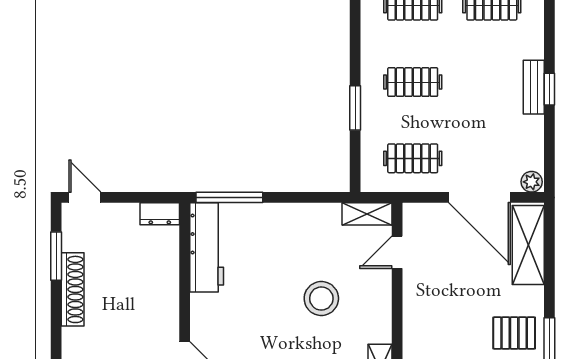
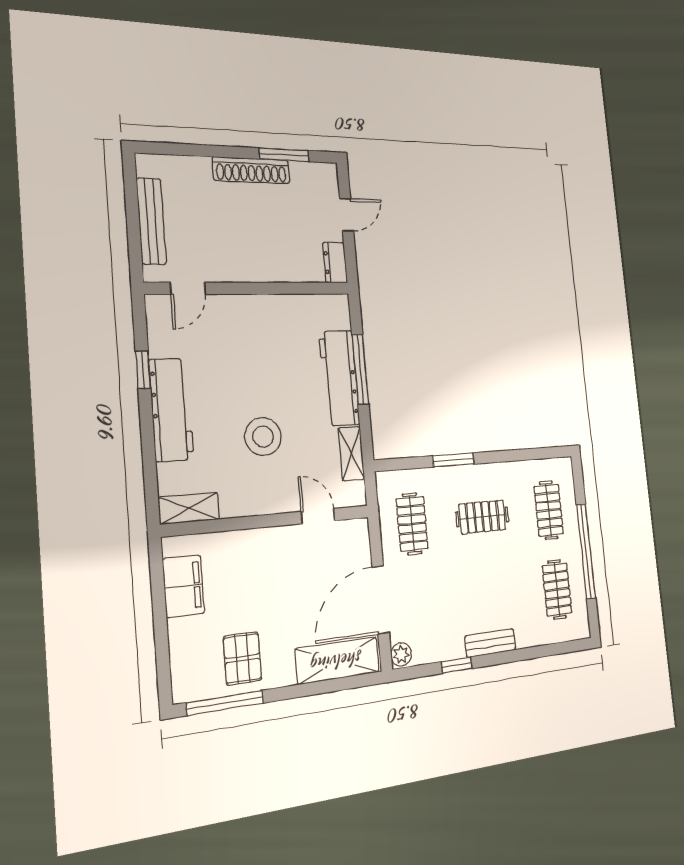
clothes rail: (413, 82) -> (482, 517), turned 90
window: (549, 89) -> (457, 665), moved
door: (85, 197) -> (347, 215), moved
window: (229, 197) -> (360, 369), moved
shelving: (367, 214) -> (351, 454), moved
workbench: (207, 247) -> (339, 378), moved, turned 90

